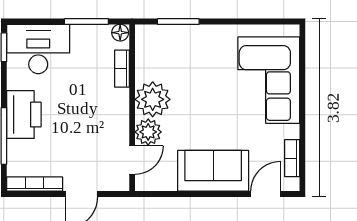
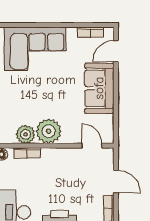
plant: (148, 132) -> (26, 134), moved
door: (266, 194) -> (116, 51), hinge flipped

